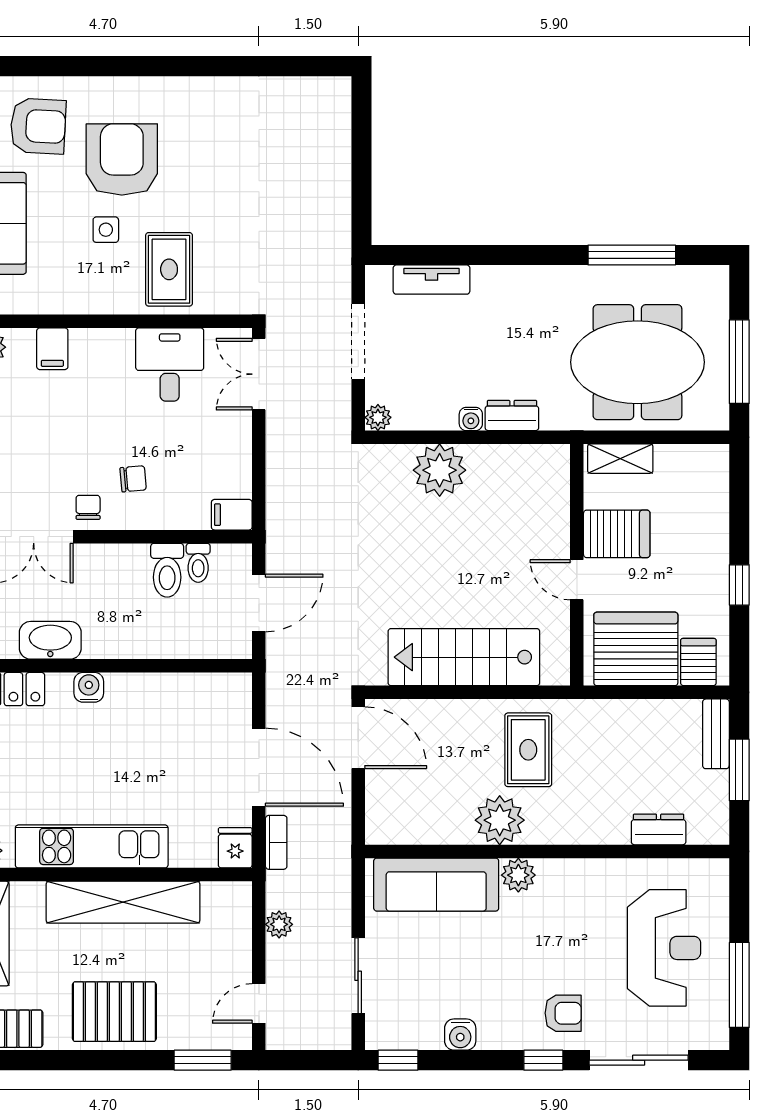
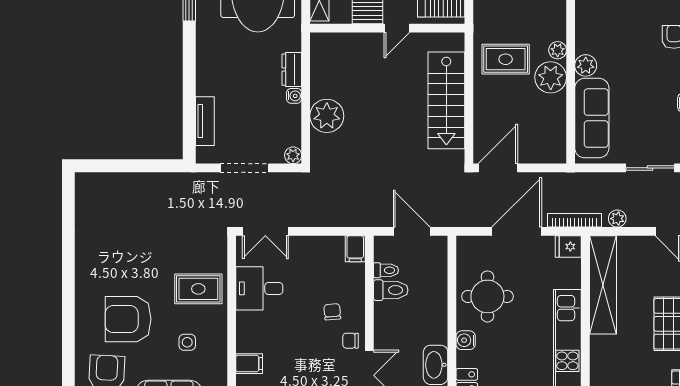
side table: (106, 230) -> (187, 342), moved
round table: (157, 721) -> (487, 296), added
plant: (542, 831) -> (558, 50), added
bookcase: (276, 842) -> (574, 220), width x1.56
shelving: (123, 902) -> (603, 285), moved

